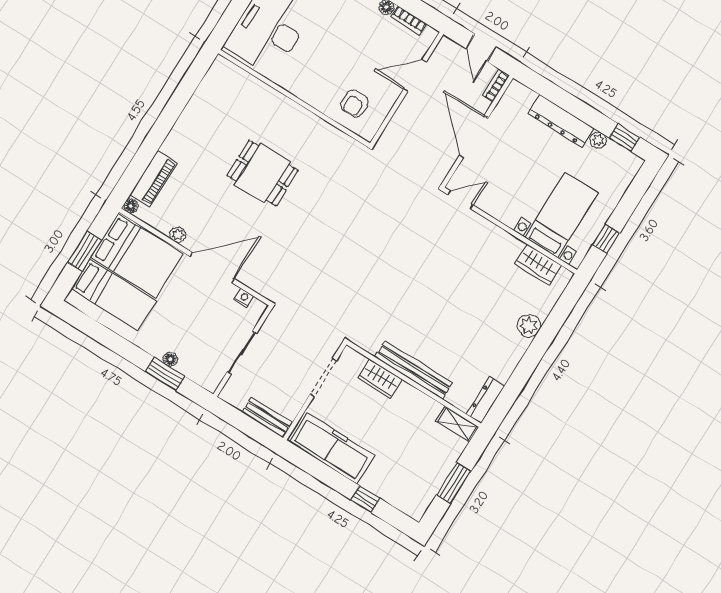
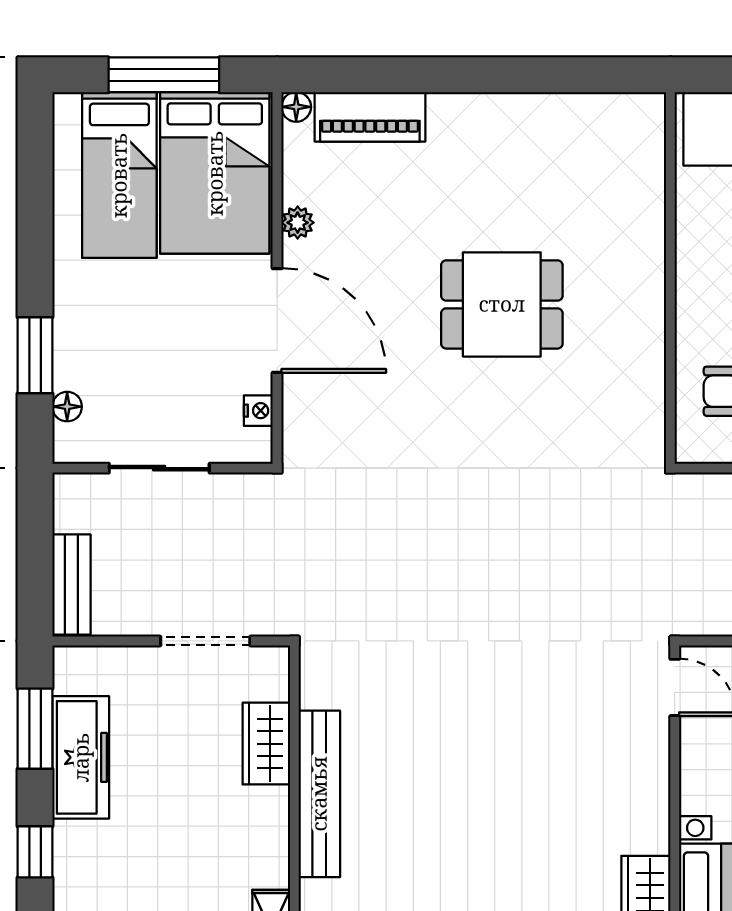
dining table: (262, 173) -> (502, 304), turned 90
window: (85, 251) -> (164, 75), width x1.44
floor lamp: (170, 359) -> (67, 407), moved
freezer: (332, 448) -> (81, 757), width x0.73, depth x0.79
window: (316, 468) -> (35, 729), added

